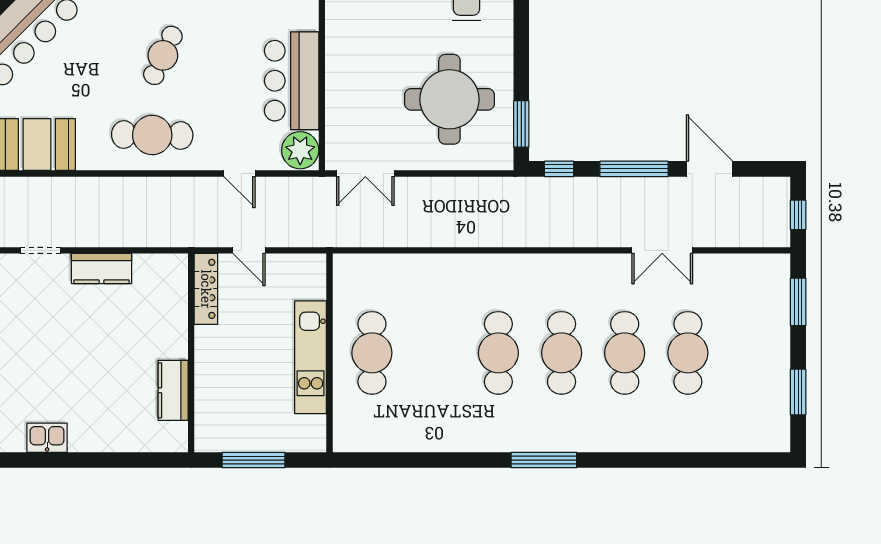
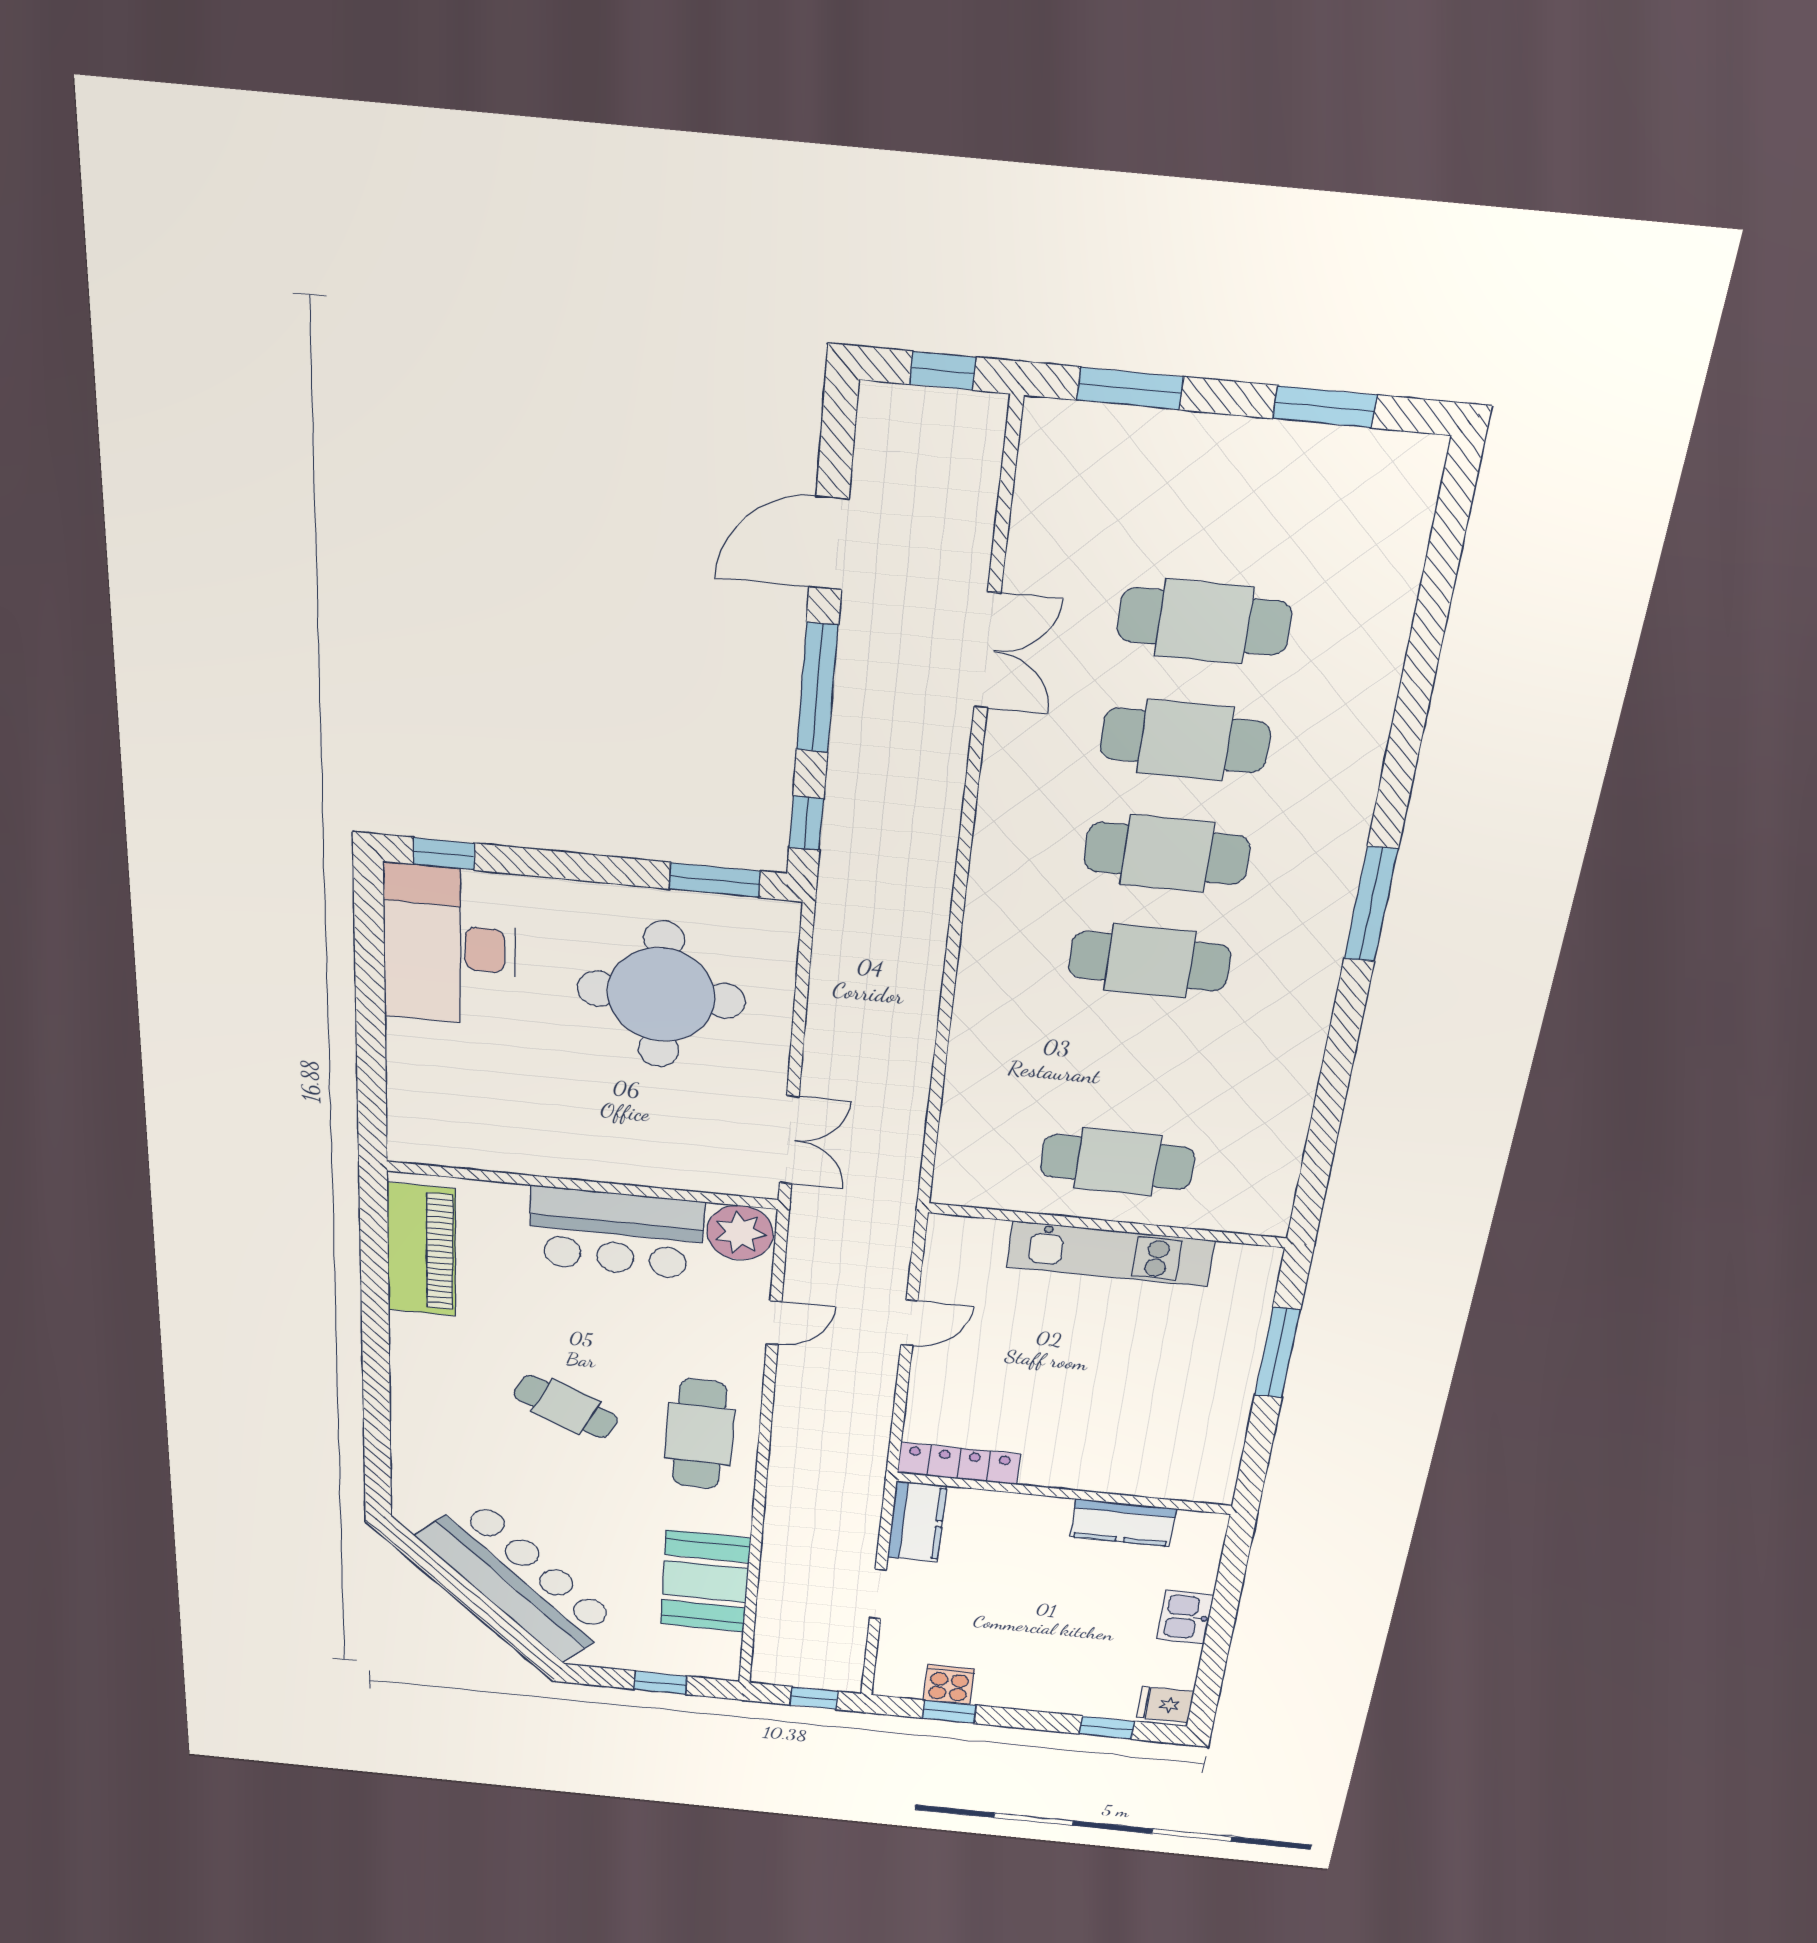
locker: (206, 289) -> (959, 1463), moved
wall: (191, 353) -> (1064, 1493), moved
kitchen counter: (173, 390) -> (1123, 1523), moved

